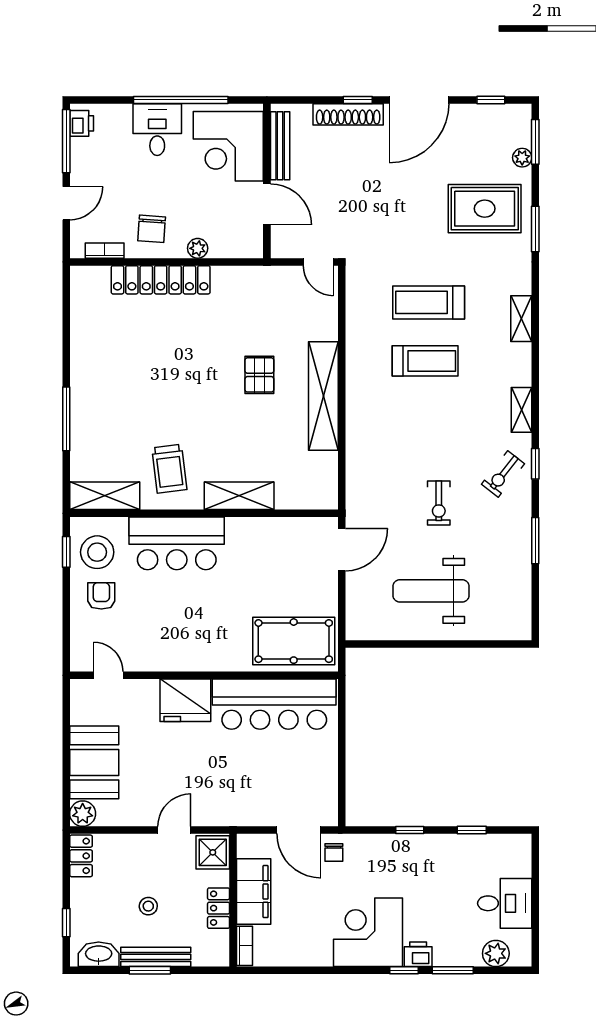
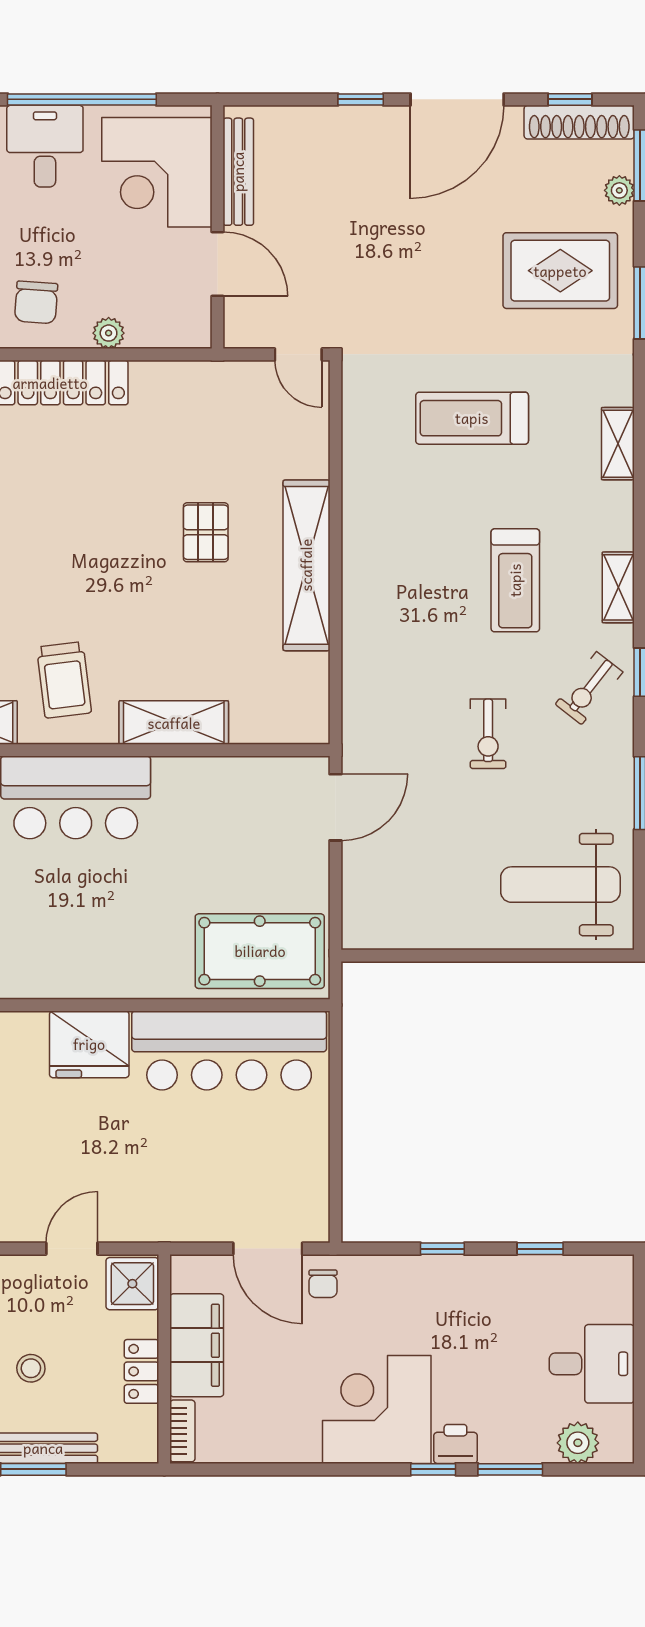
shoe rack: (348, 114) -> (579, 122), moved
treadmill: (425, 361) -> (515, 580), moved, turned 90
weight bench: (431, 591) -> (560, 885), moved

